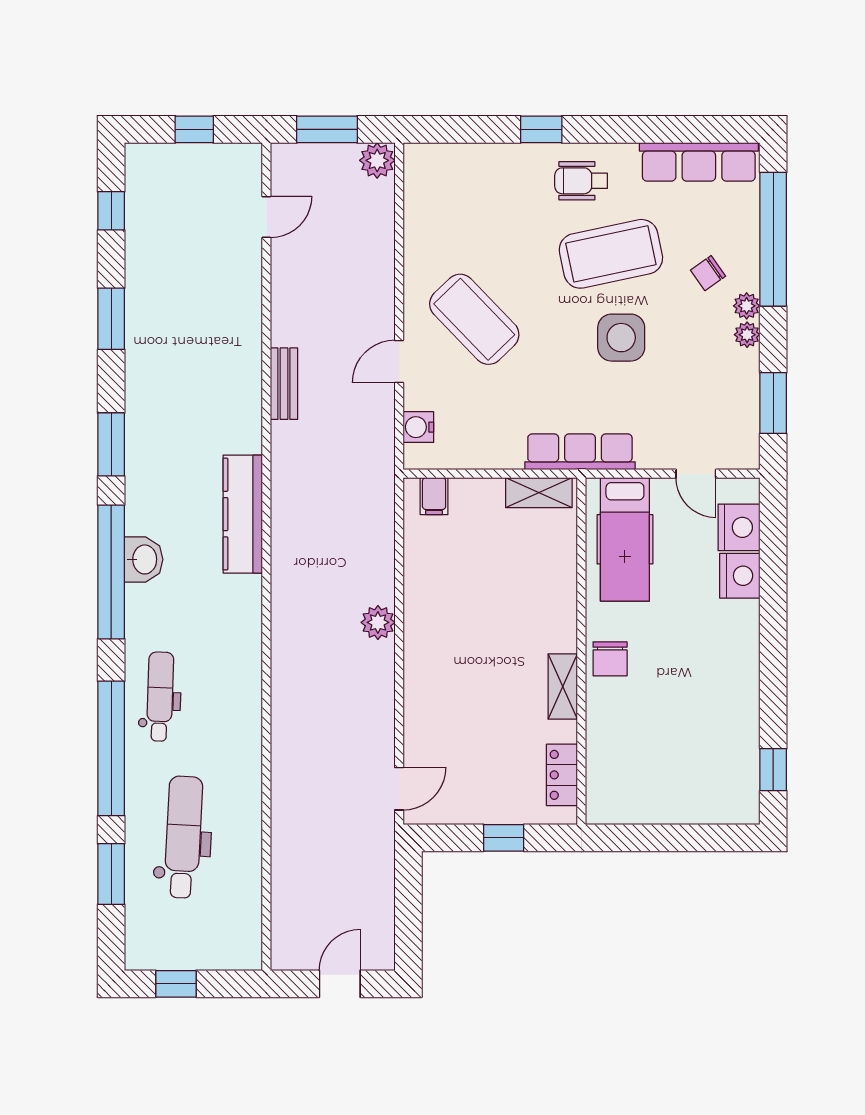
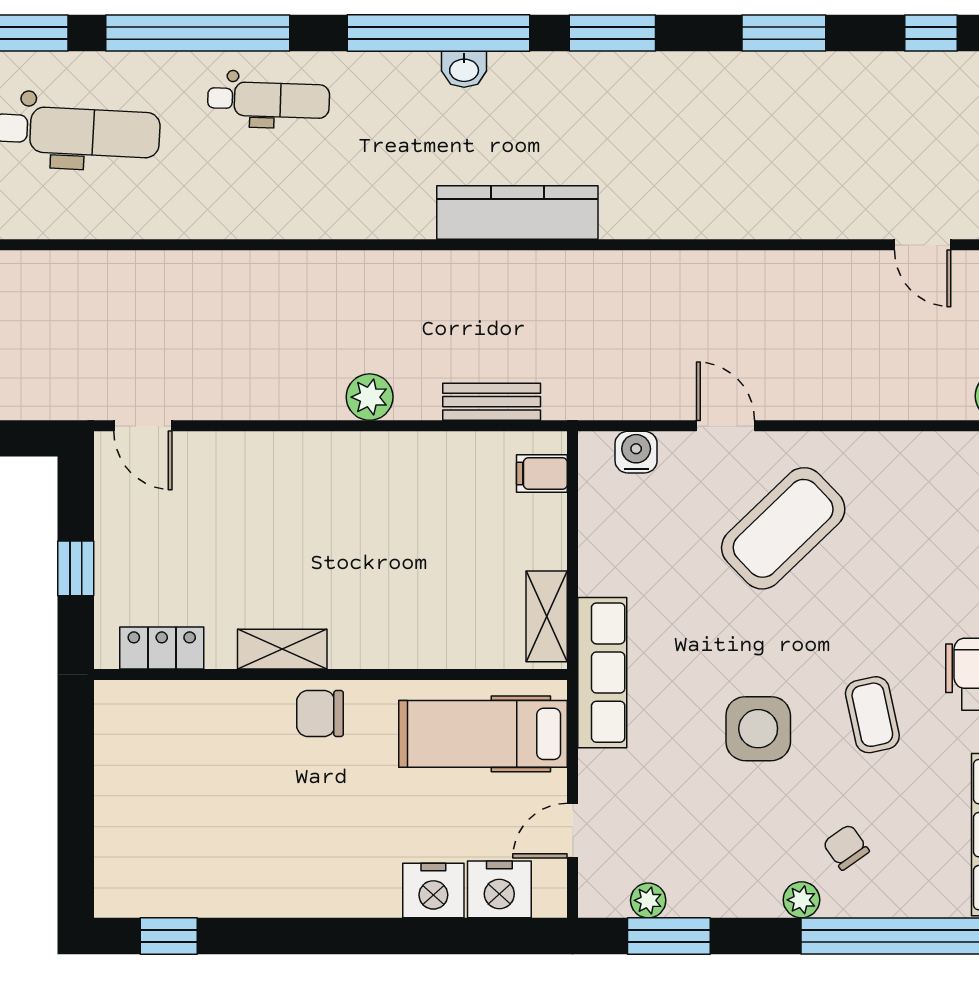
coffee table: (611, 254) -> (872, 715), width x0.54, depth x0.58
plant: (747, 335) -> (648, 900), moved
bench: (284, 384) -> (492, 402), moved
washbasin: (144, 559) -> (464, 69), width x0.72, depth x0.69

